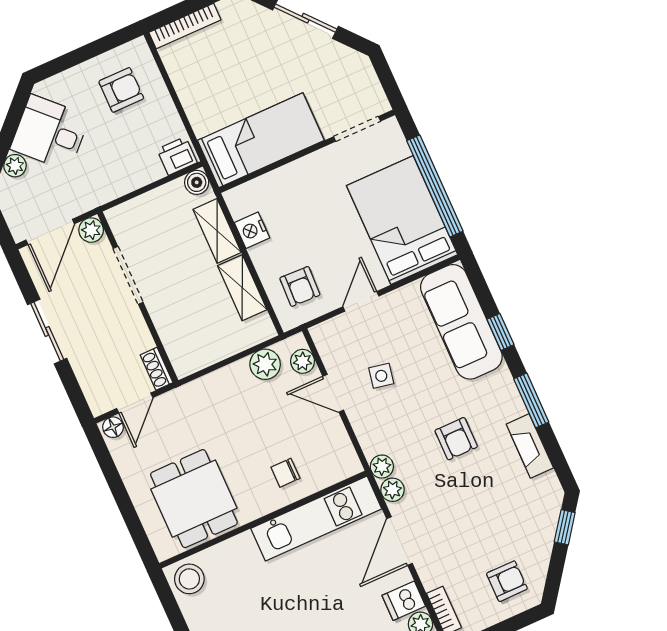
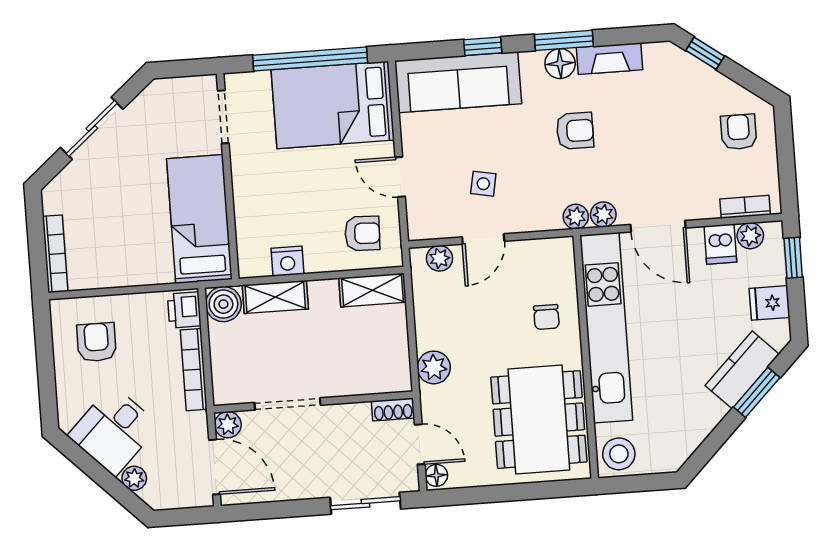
boiler: (197, 182) -> (223, 304), width x1.36, depth x1.36
bookcase: (128, 183) -> (194, 370), added
shelving: (242, 288) -> (372, 290), moved
sliding door: (47, 331) -> (365, 503), moved
plant: (265, 364) -> (434, 367), moved
floor lamp: (510, 404) -> (560, 64), added
dining table: (194, 499) -> (539, 420), width x1.38
kitchen unit: (316, 519) -> (606, 328), width x1.36

